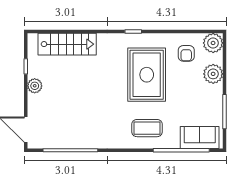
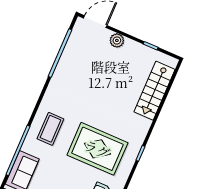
plant: (35, 86) -> (117, 40), moved

